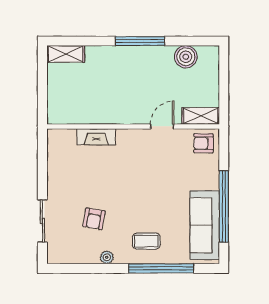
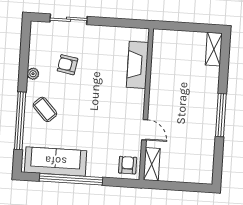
boiler: (186, 57) -> (205, 154), removed
fireplace: (96, 137) -> (137, 65), width x1.37, depth x1.32
coffee table: (146, 241) -> (45, 109), turned -43

